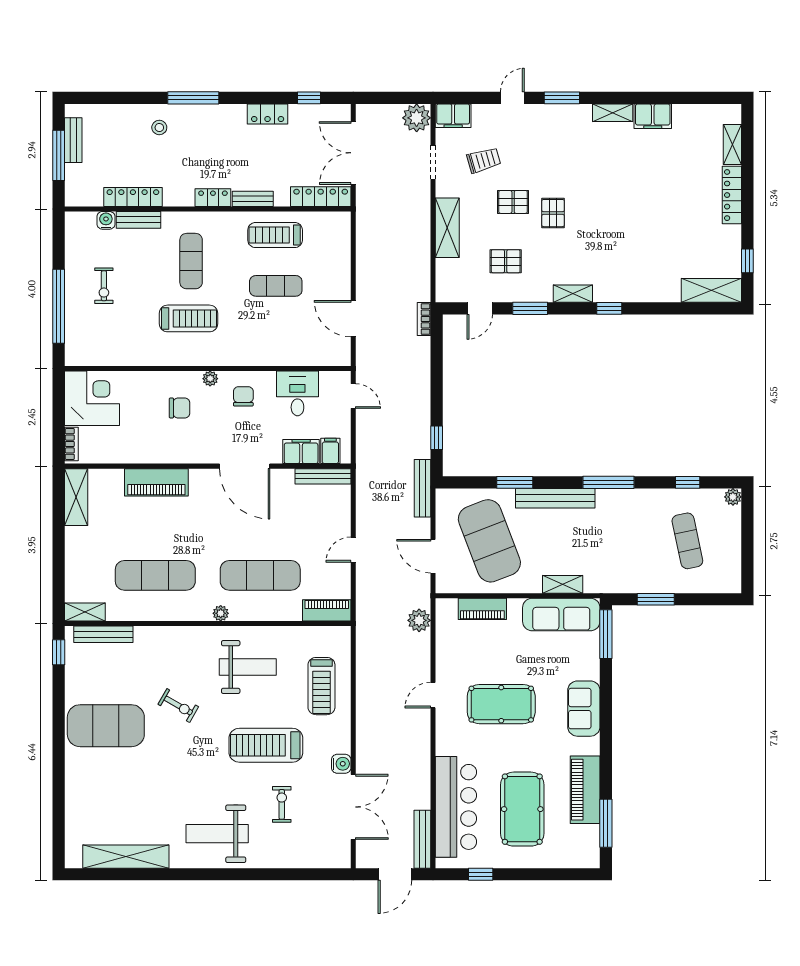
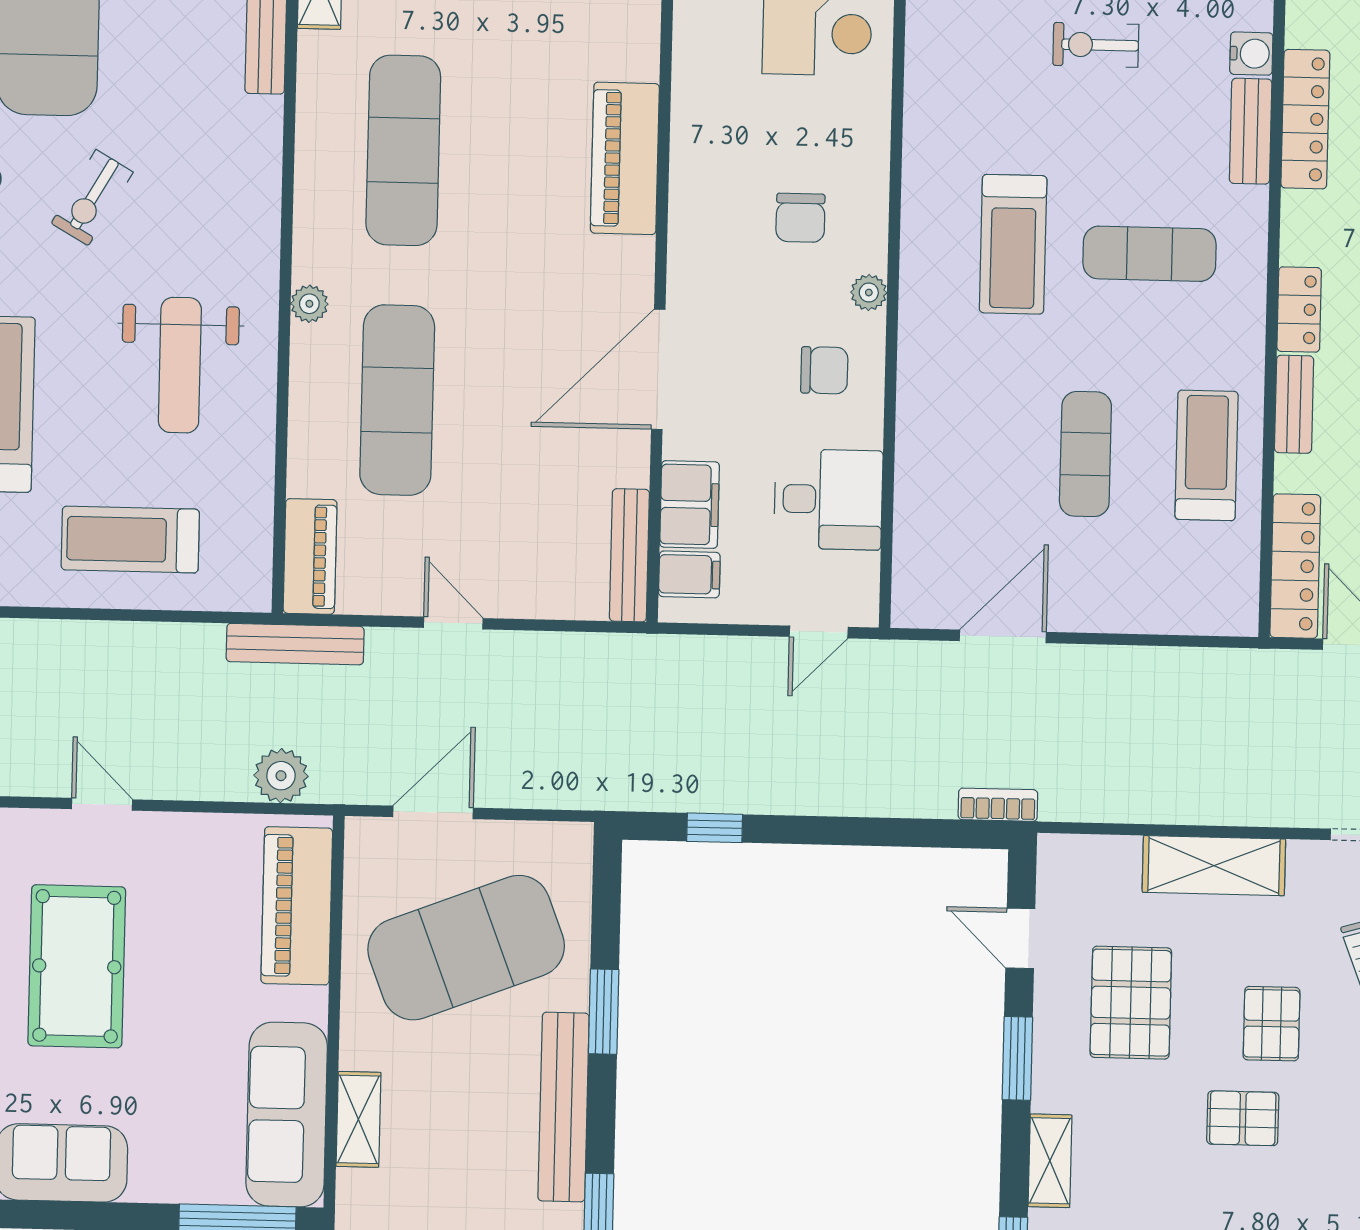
pallet: (506, 261) -> (1131, 1003), width x1.50, depth x1.42
bench: (422, 488) -> (295, 644), moved
piano: (482, 609) -> (297, 906), width x1.37, depth x1.33

